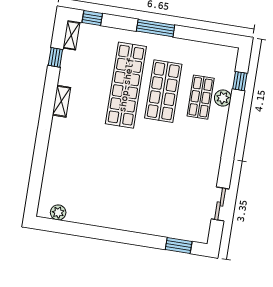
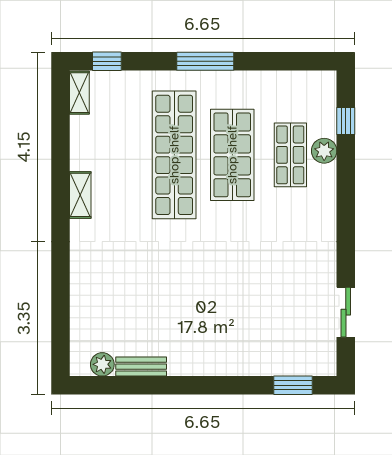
window: (55, 57) -> (61, 130), removed
bench: (83, 218) -> (141, 367), added

